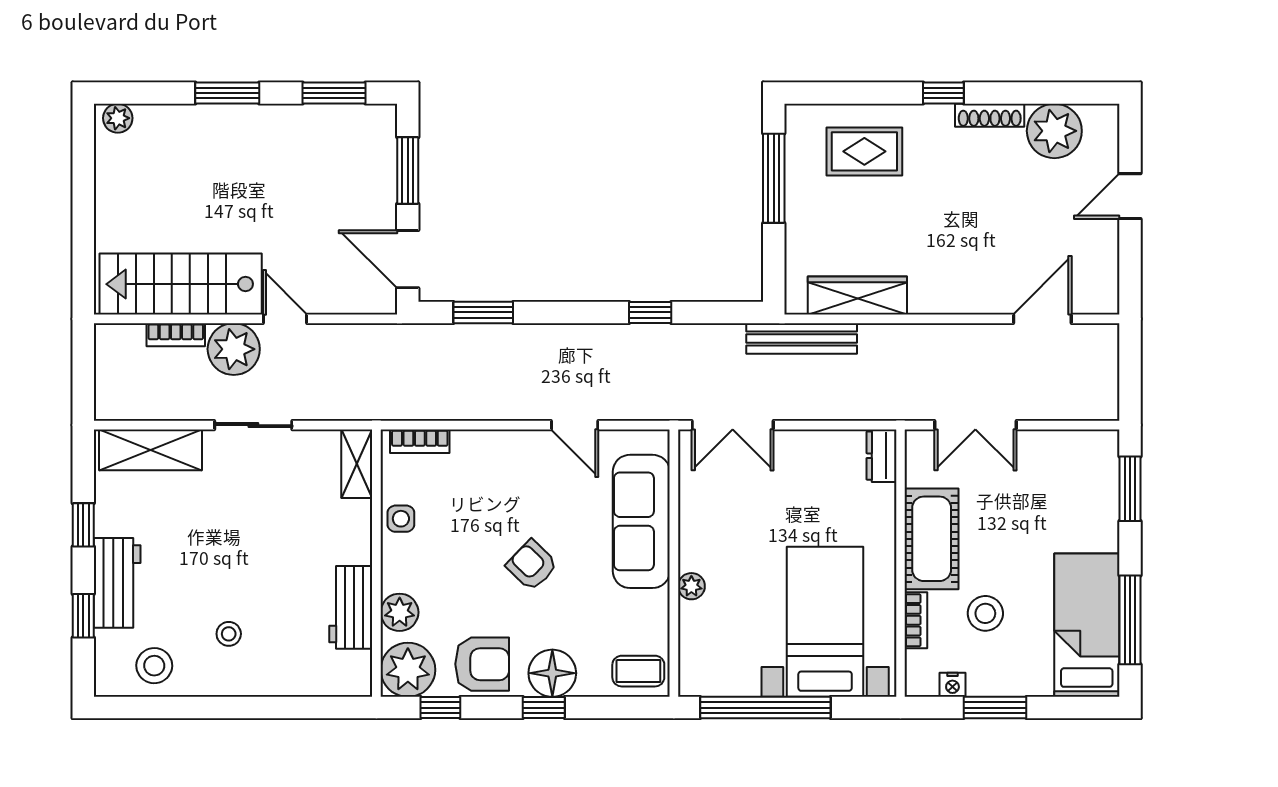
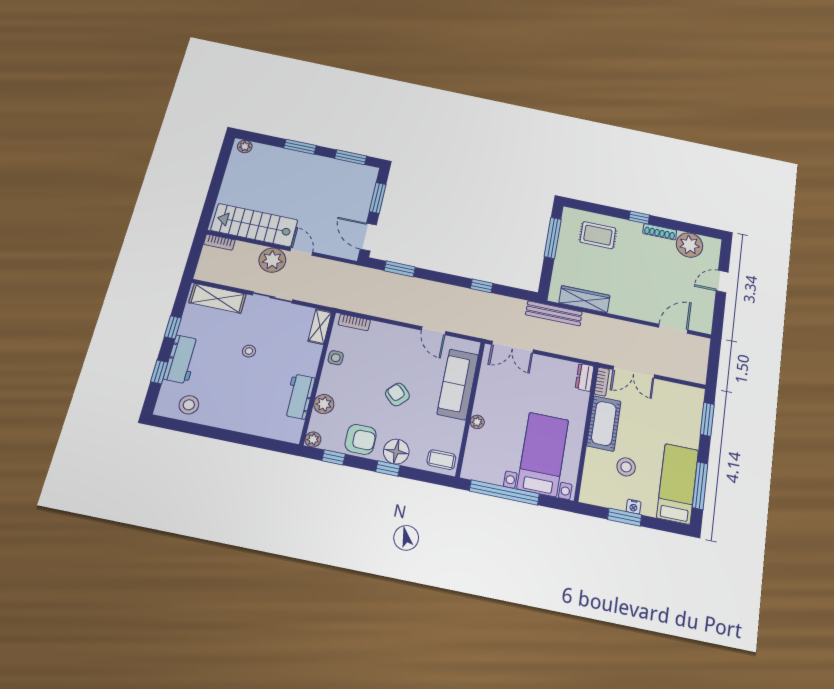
bookcase: (176, 335) -> (219, 242), moved
bookcase: (916, 620) -> (602, 382), moved
stool: (229, 634) -> (249, 351), moved
plant: (408, 670) -> (313, 439), width x0.53, depth x0.53
nightstand: (952, 685) -> (634, 507), moved

